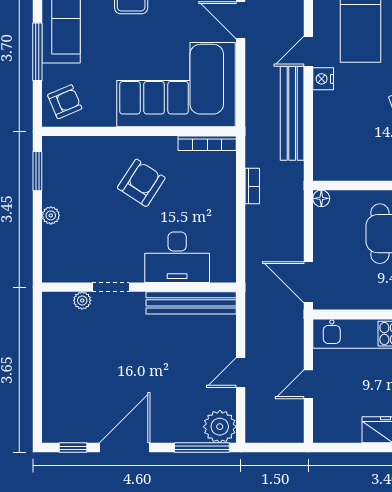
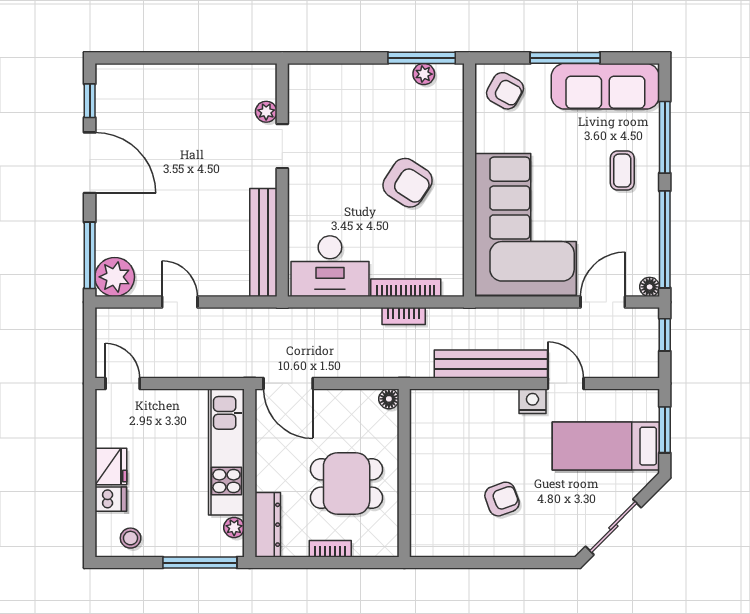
armchair: (65, 102) -> (505, 91), turned -38
bookcase: (207, 143) -> (406, 288), moved, turned 90
window: (37, 171) -> (422, 58), width x1.44
plant: (51, 215) -> (424, 74), moved
desk: (177, 257) -> (330, 266), moved, turned -90
door: (308, 282) -> (288, 383), swing flipped
door: (308, 384) -> (123, 383), moved

